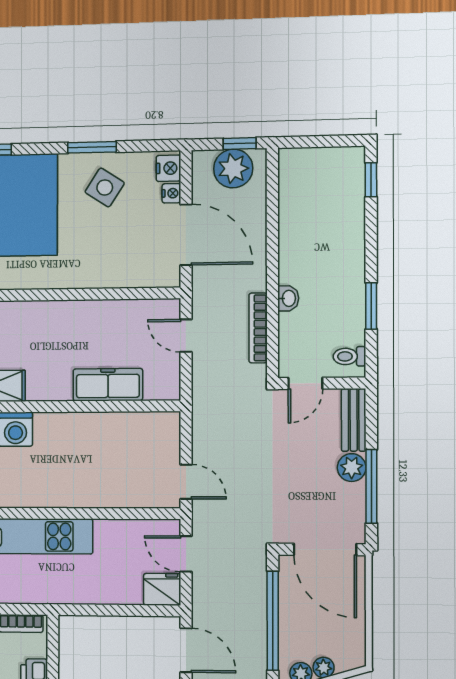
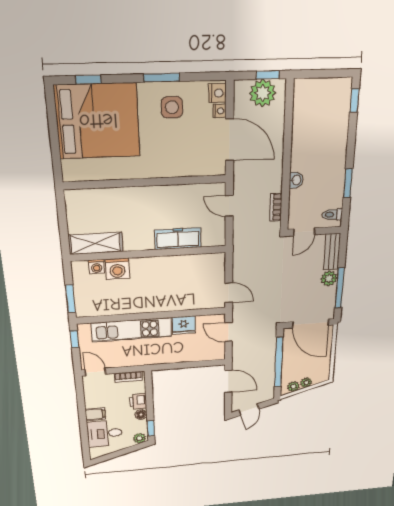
side table: (105, 187) -> (172, 107), turned -33
bookcase: (258, 328) -> (276, 207), width x0.64
fridge: (162, 589) -> (184, 325), moved, turned 180

